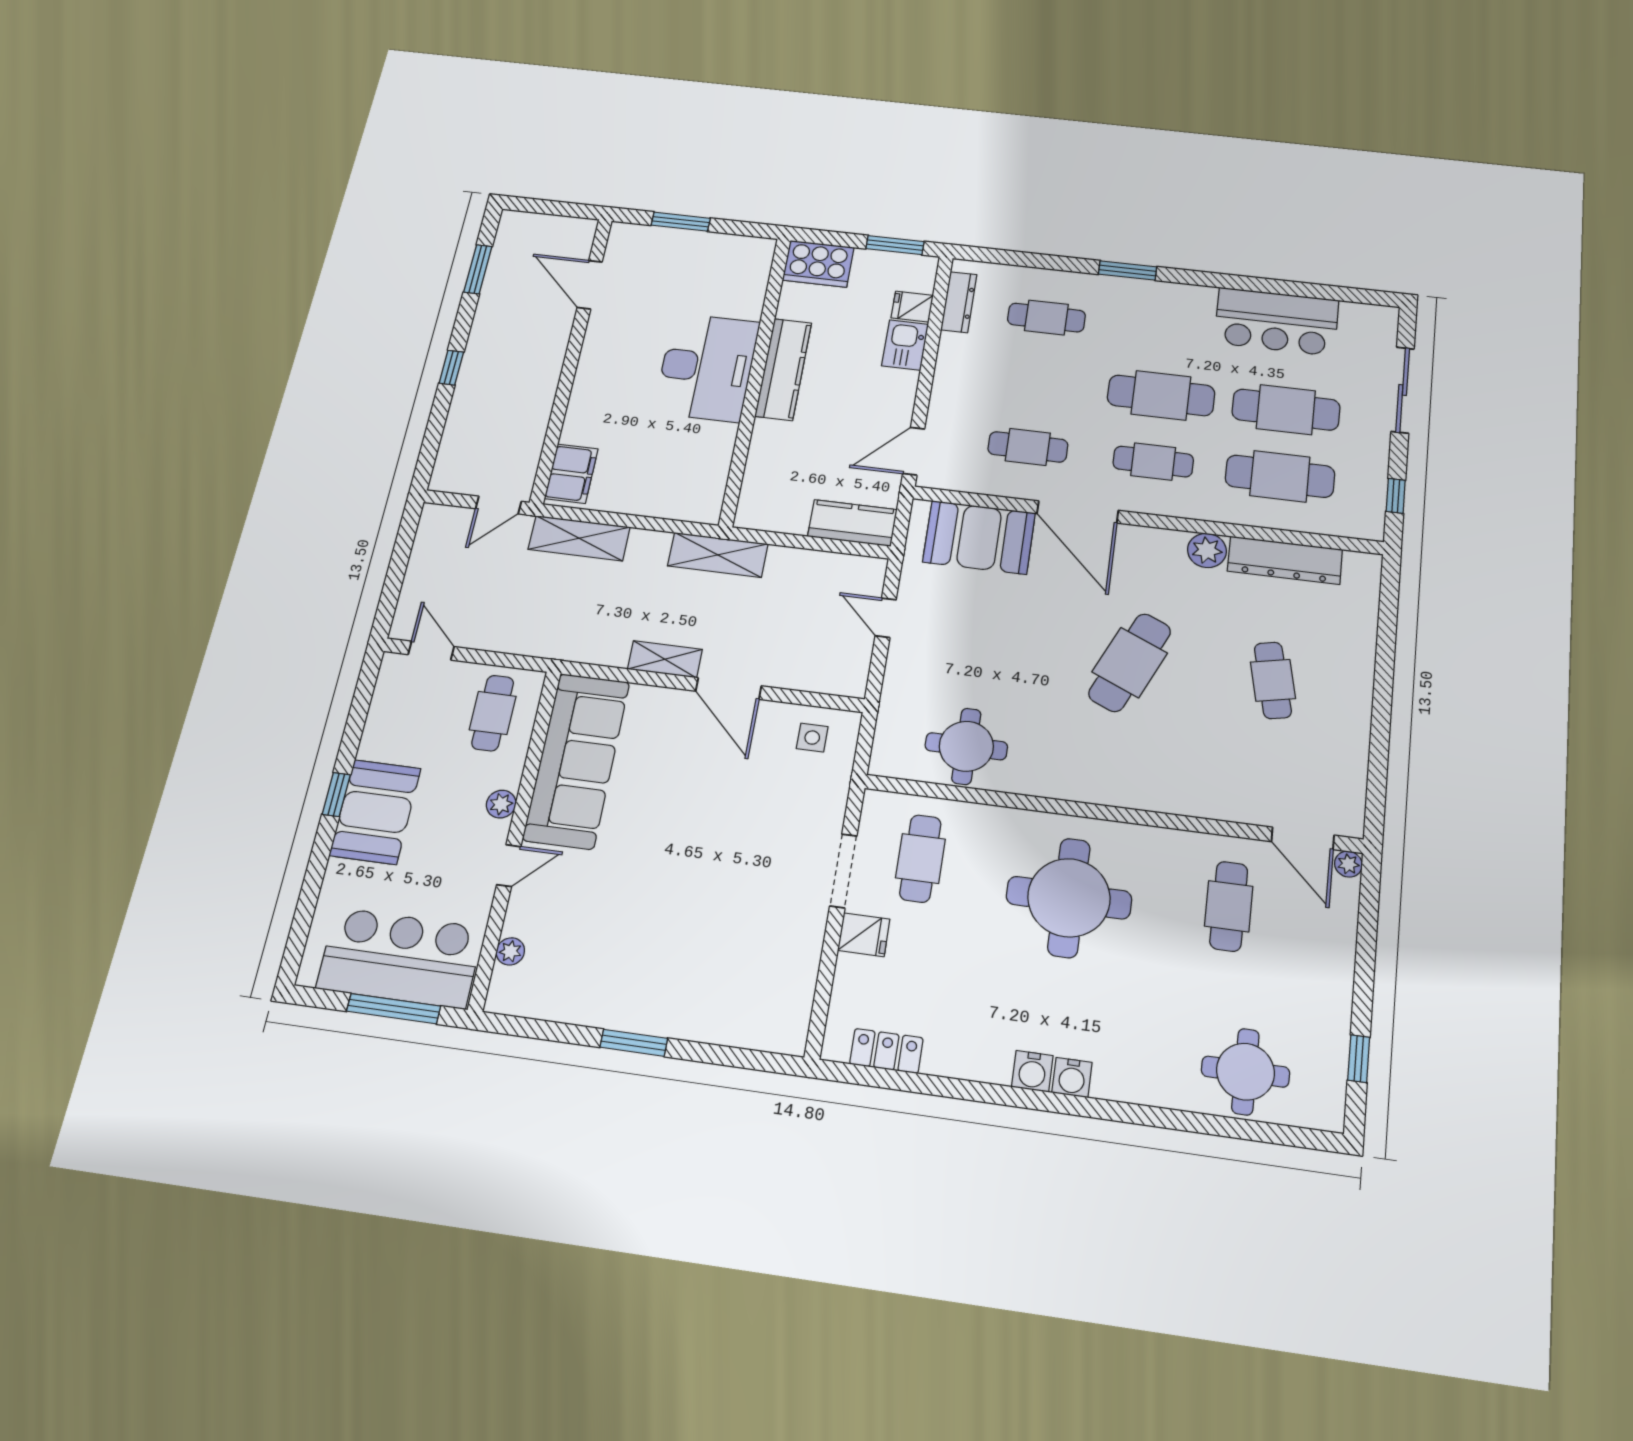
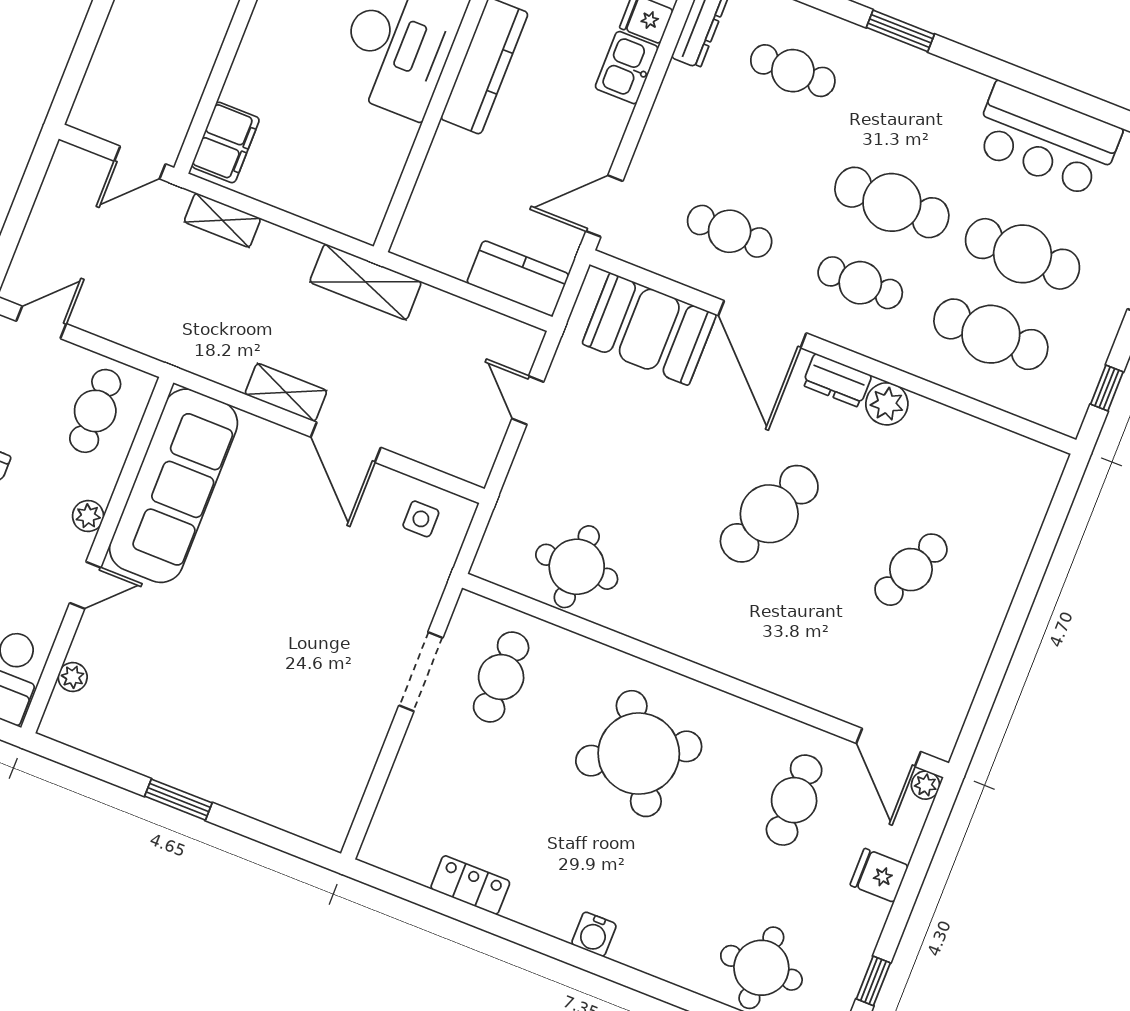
shelving: (579, 538) -> (222, 220), width x0.67, depth x0.75
dresser: (1285, 560) -> (837, 380), moved, width x0.51, depth x0.80
door: (431, 651) -> (41, 322), hinge flipped
cafe table: (1273, 680) -> (911, 570), turned 36
round table: (1069, 898) -> (639, 754), turned -30
fridge: (864, 935) -> (879, 875), moved, turned 180
locker: (886, 1051) -> (470, 885), moved
water cooler: (1032, 1071) -> (558, 919), removed

